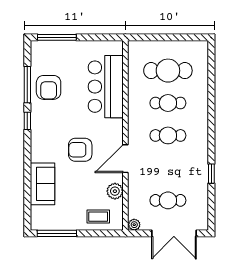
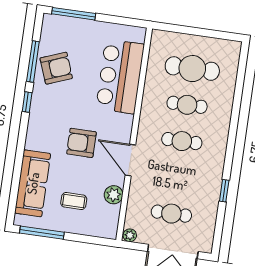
armchair: (49, 87) -> (56, 68), turned -111
door: (125, 159) -> (130, 160), hinge flipped
sofa: (42, 184) -> (33, 183), width x1.36
coffee table: (98, 217) -> (74, 201), moved

